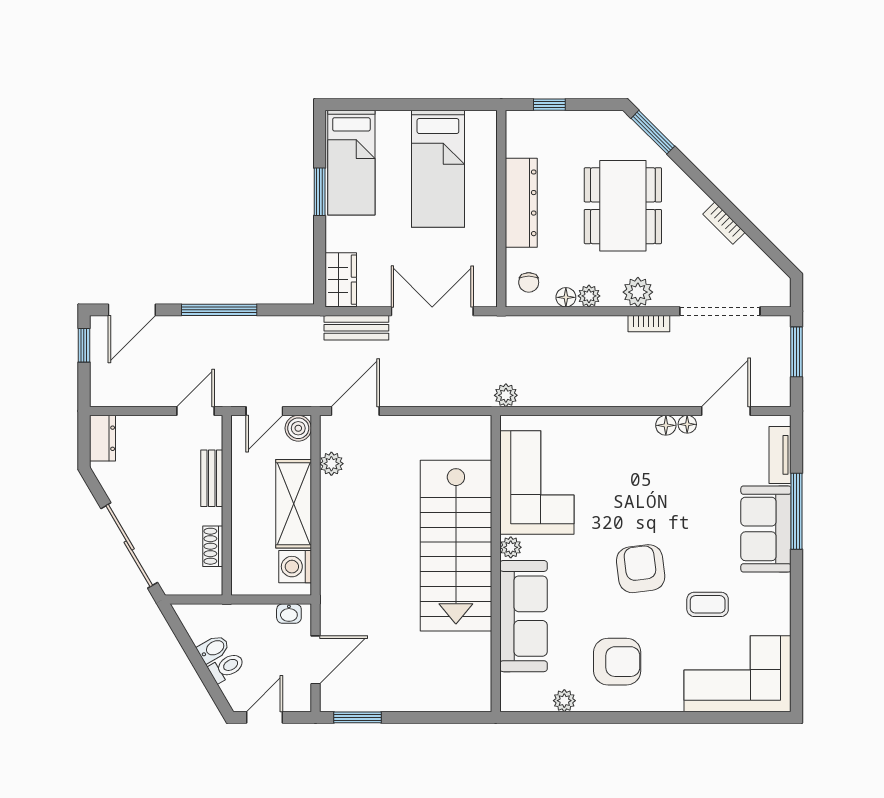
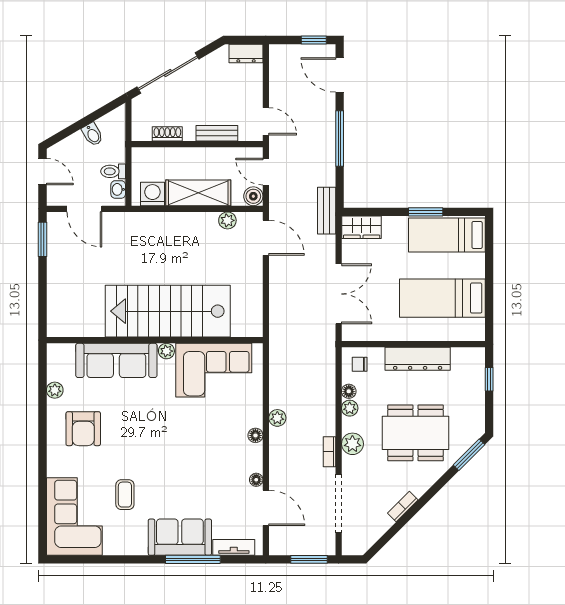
bench: (356, 328) -> (327, 211), moved
plant: (506, 395) -> (277, 418), moved
floor lamp: (666, 425) -> (255, 435), moved
armchair: (641, 569) -> (151, 446), removed
toilet: (227, 667) -> (113, 171), moved, turned 120

